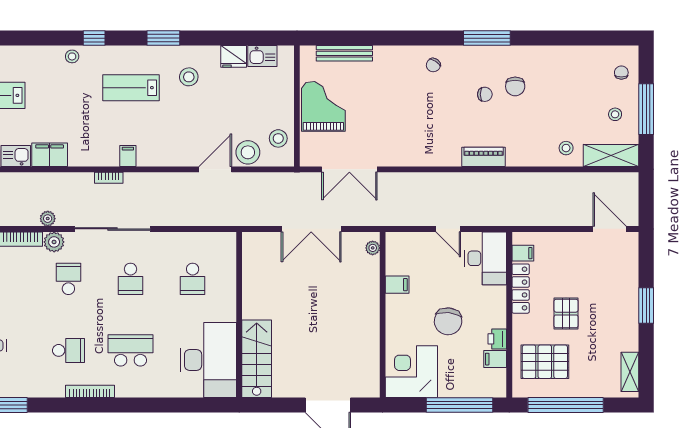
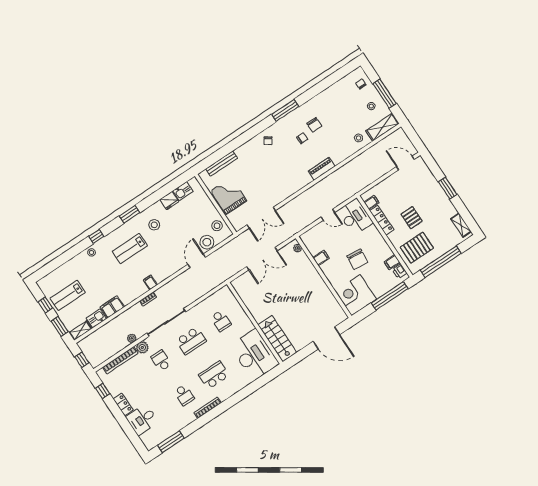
school desk: (130, 279) -> (191, 341), width x1.85
printer: (497, 339) -> (400, 271), moved
school desk: (68, 350) -> (184, 395), turned 90

